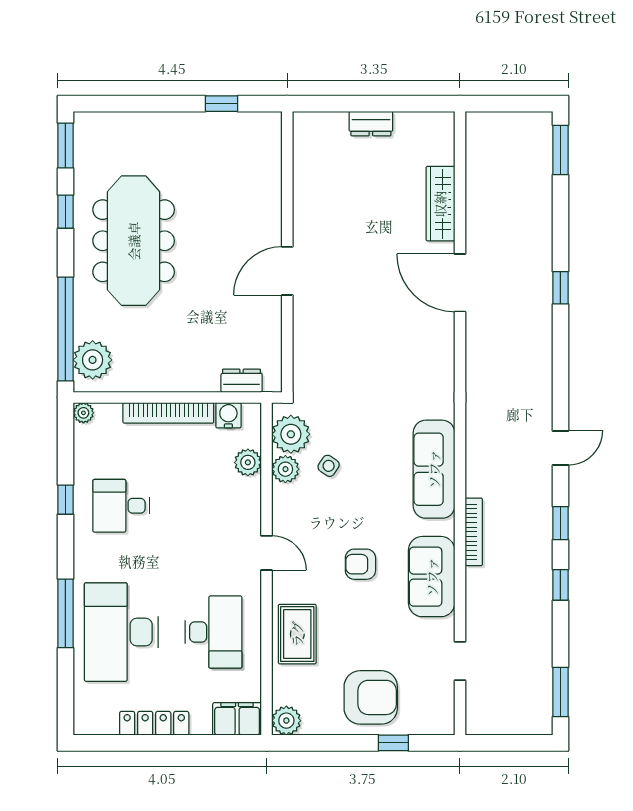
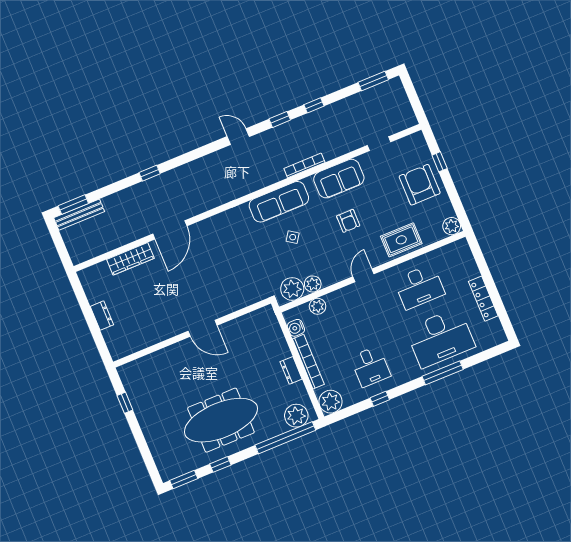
bench: (541, 153) -> (79, 215), added
dresser: (242, 381) -> (291, 370), moved
plant: (83, 413) -> (331, 402), width x1.88, depth x1.88
side table: (329, 466) -> (293, 237), moved
desk: (213, 632) -> (419, 287), turned 180
filing cabinet: (237, 719) -> (462, 254), removed

